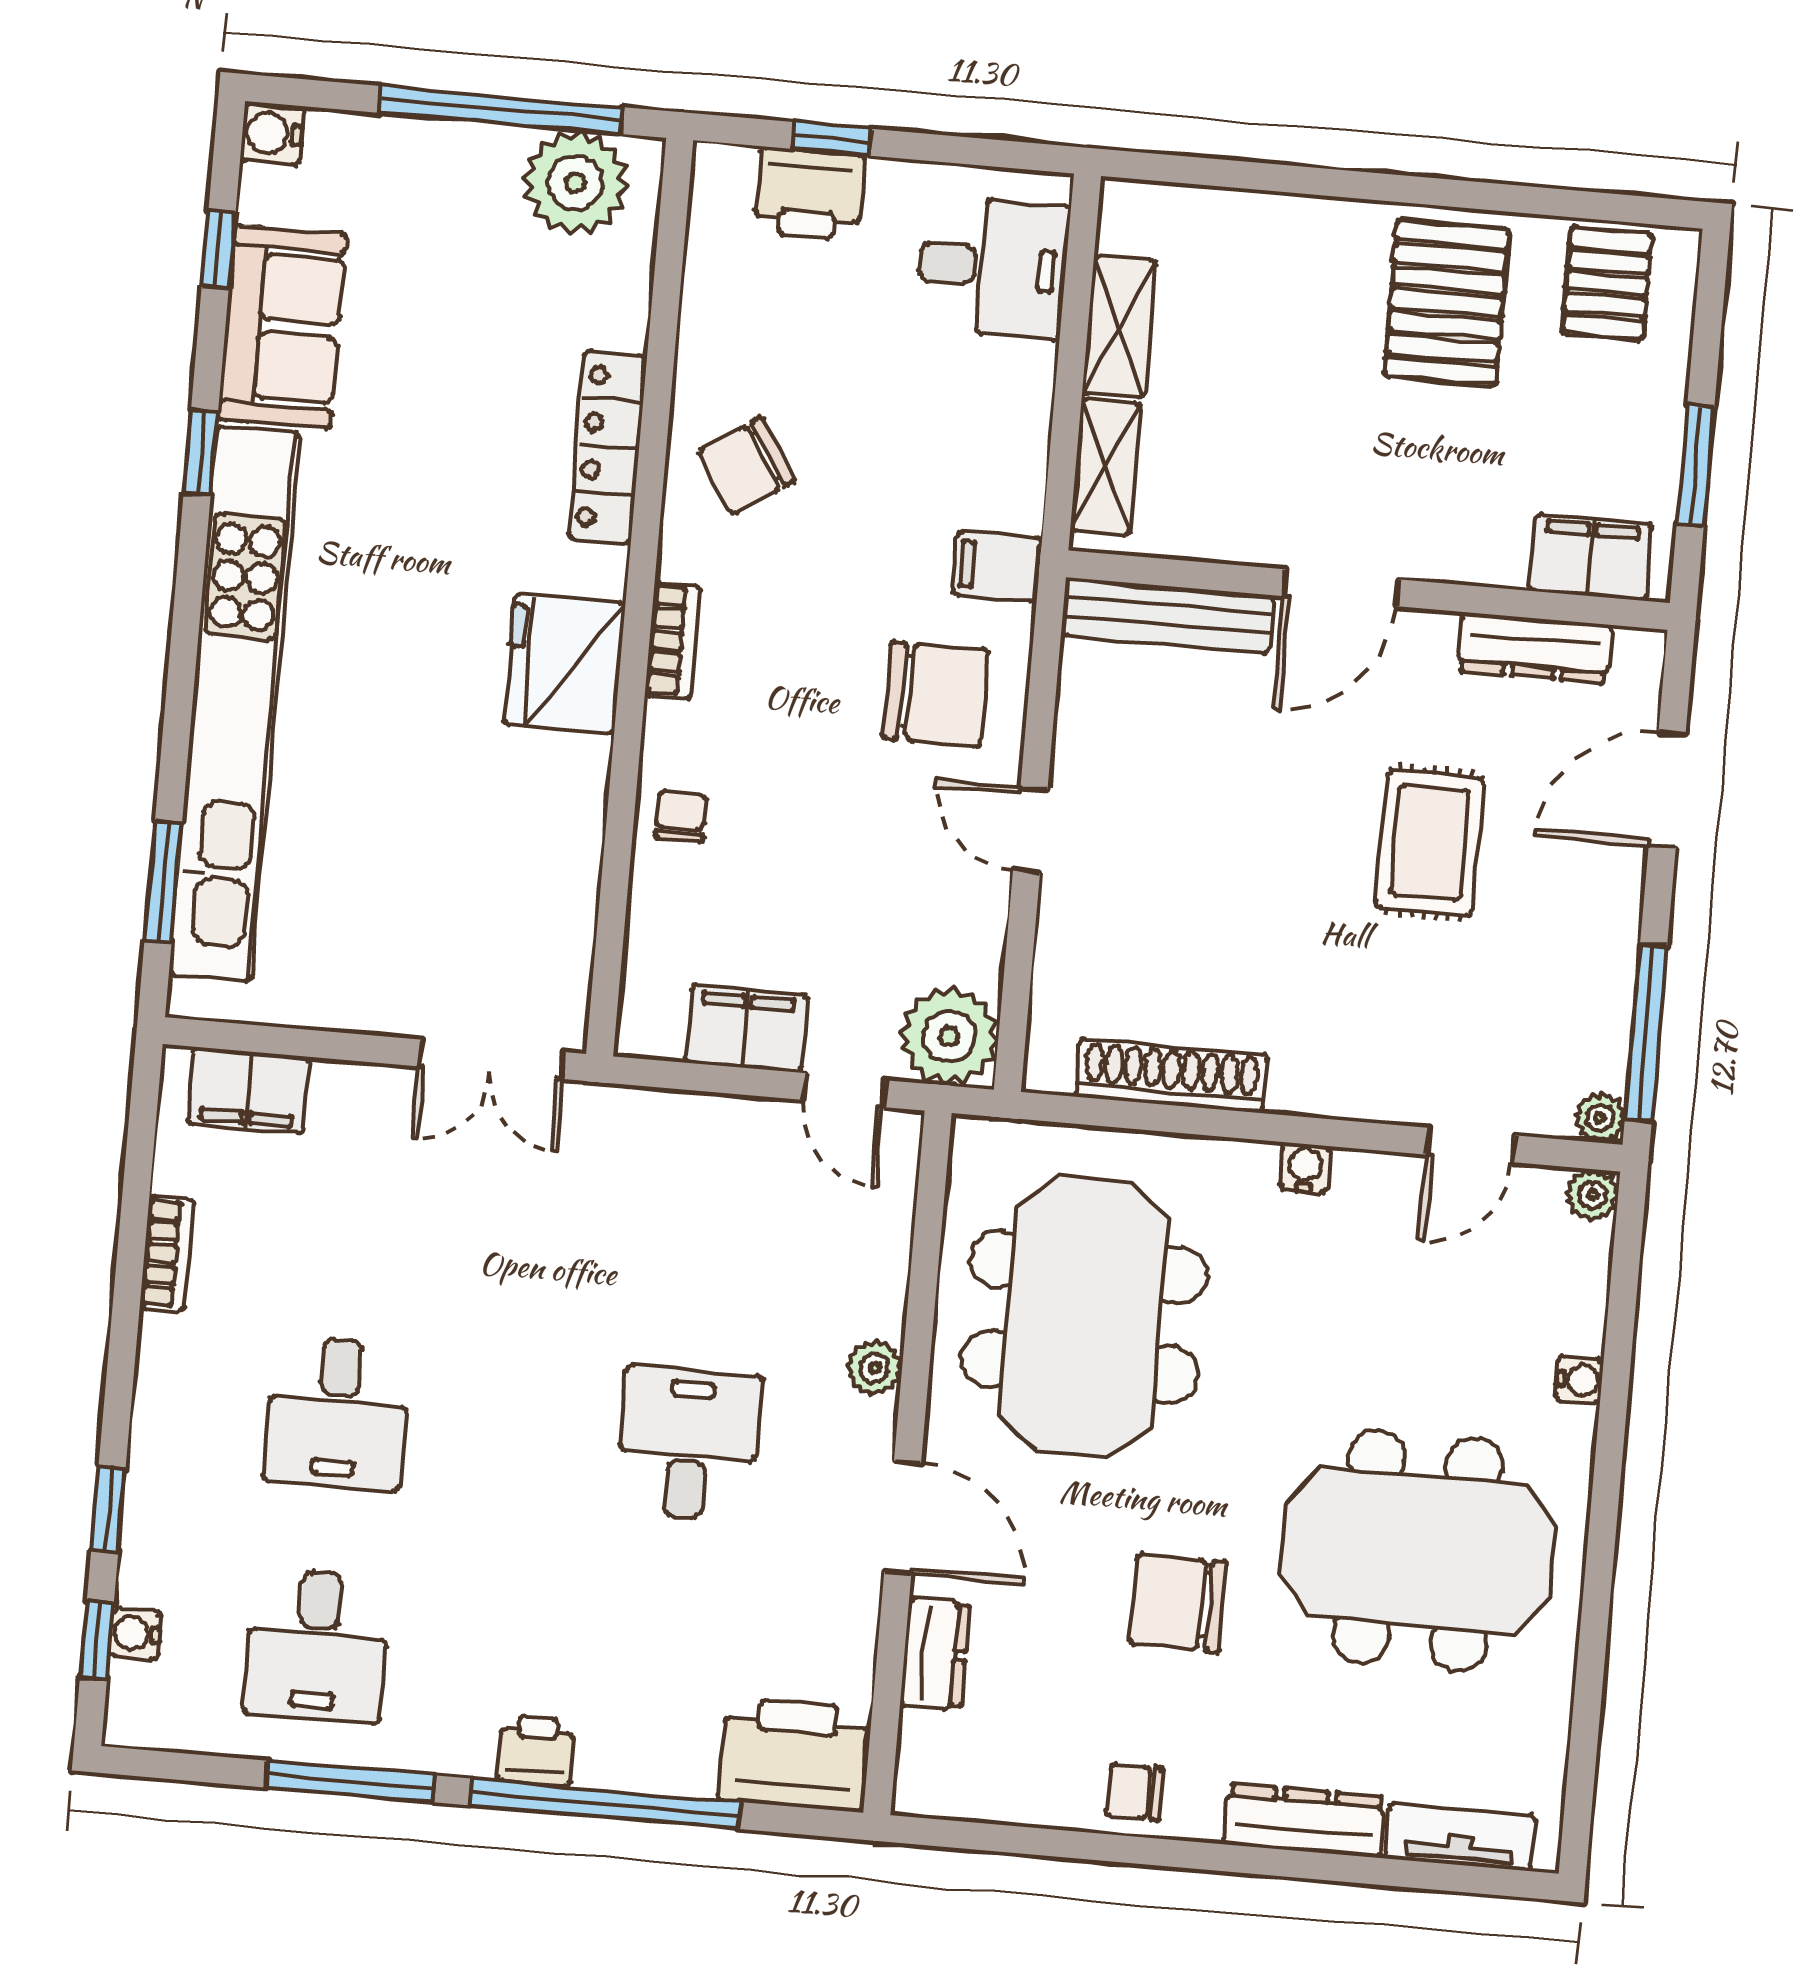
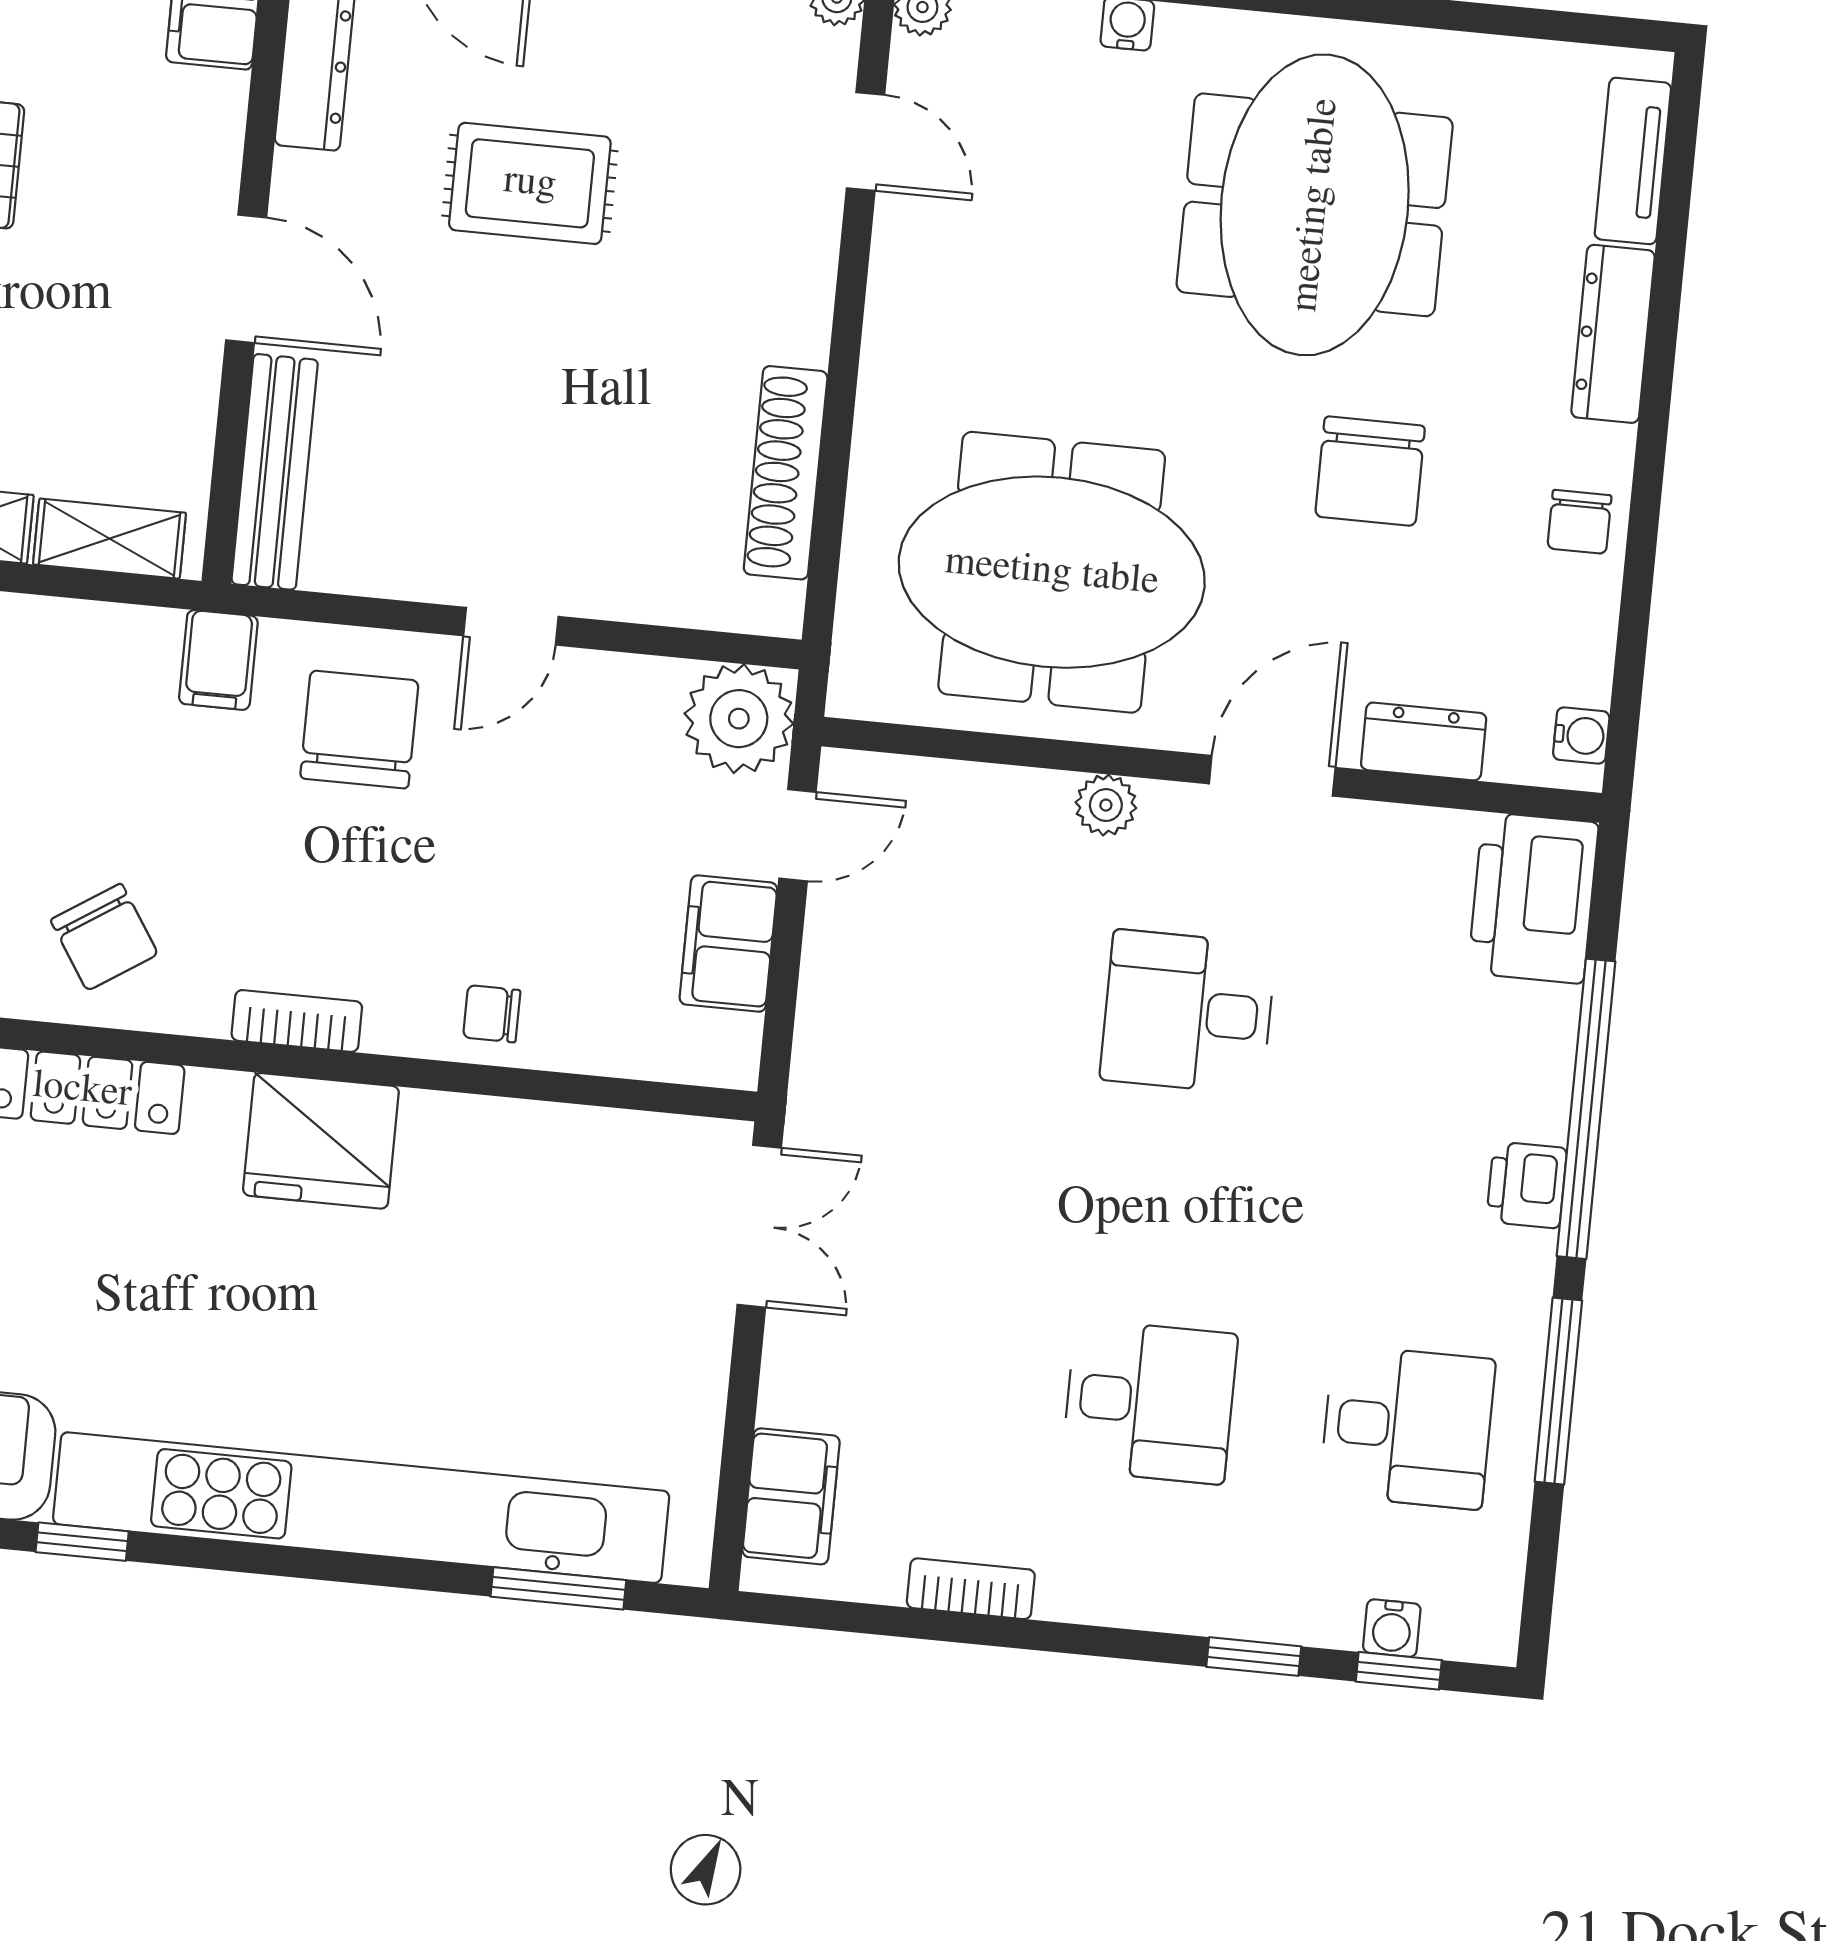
water cooler: (1305, 1168) -> (1581, 735), moved, turned 180

